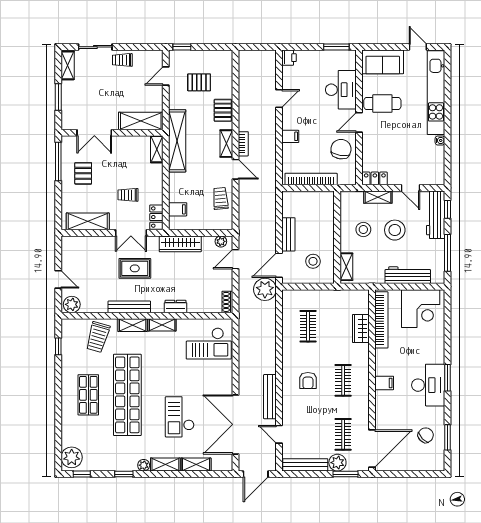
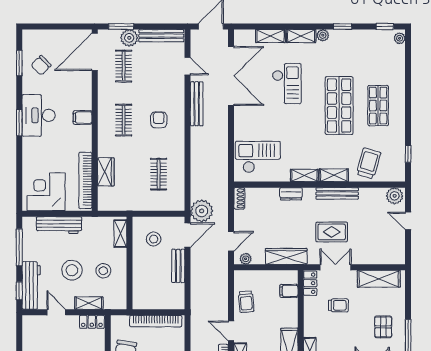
shop shelf: (127, 395) -> (339, 106), width x0.71
plant: (72, 457) -> (400, 38), width x0.53, depth x0.53

